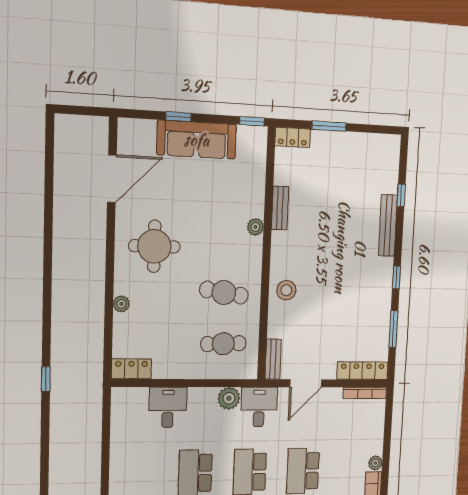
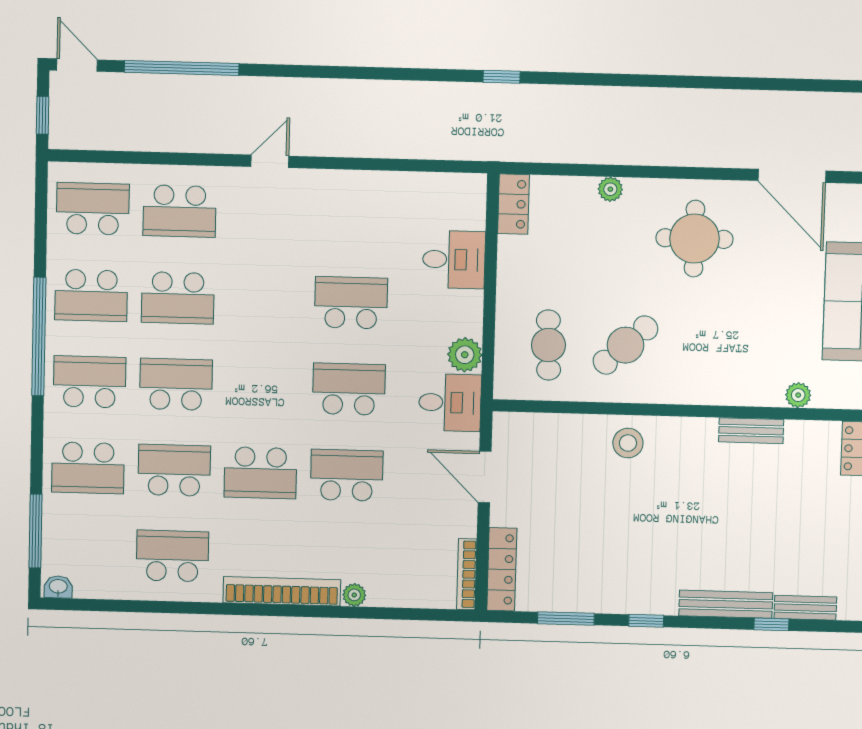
plant: (255, 227) -> (798, 395), moved
cafe table: (224, 293) -> (625, 345), turned 39
bench: (273, 359) -> (805, 608), moved

